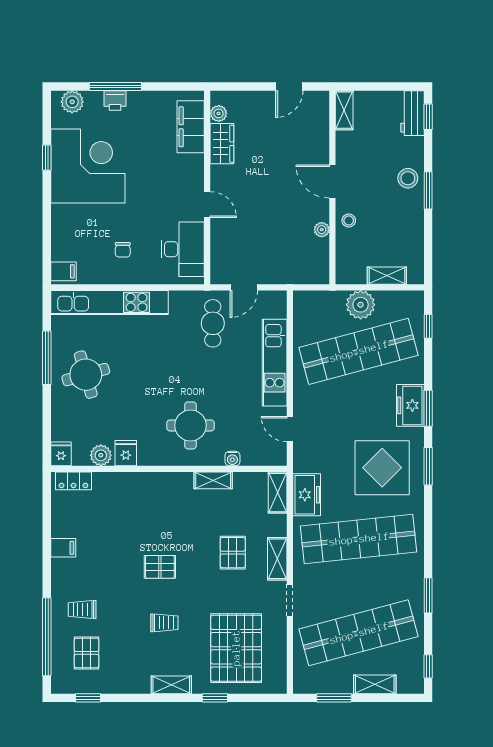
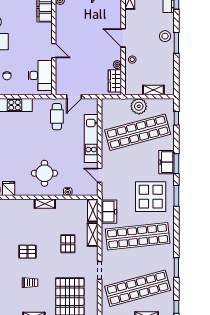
wardrobe: (222, 144) -> (115, 81), moved, turned 180
shelving: (213, 480) -> (45, 204), moved
shelving: (277, 559) -> (93, 235), moved

